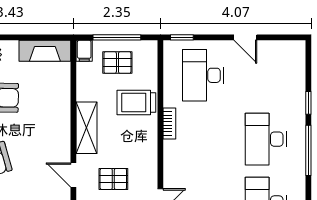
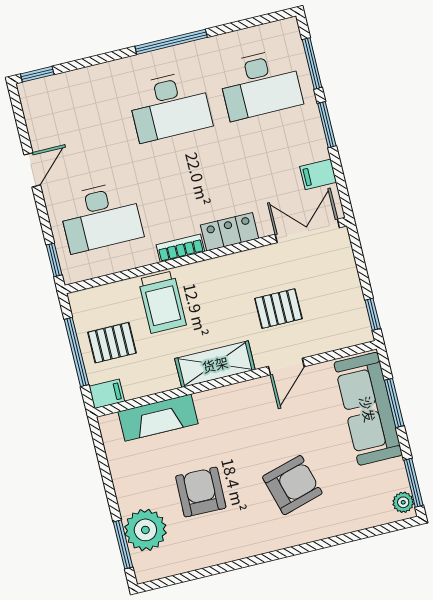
fireplace: (45, 51) -> (158, 418), moved, turned 90
pallet: (117, 63) -> (112, 343), turned 90
window: (308, 103) -> (37, 74), moved
locker: (172, 159) -> (230, 232), added
pallet: (113, 179) -> (278, 309), turned 90

